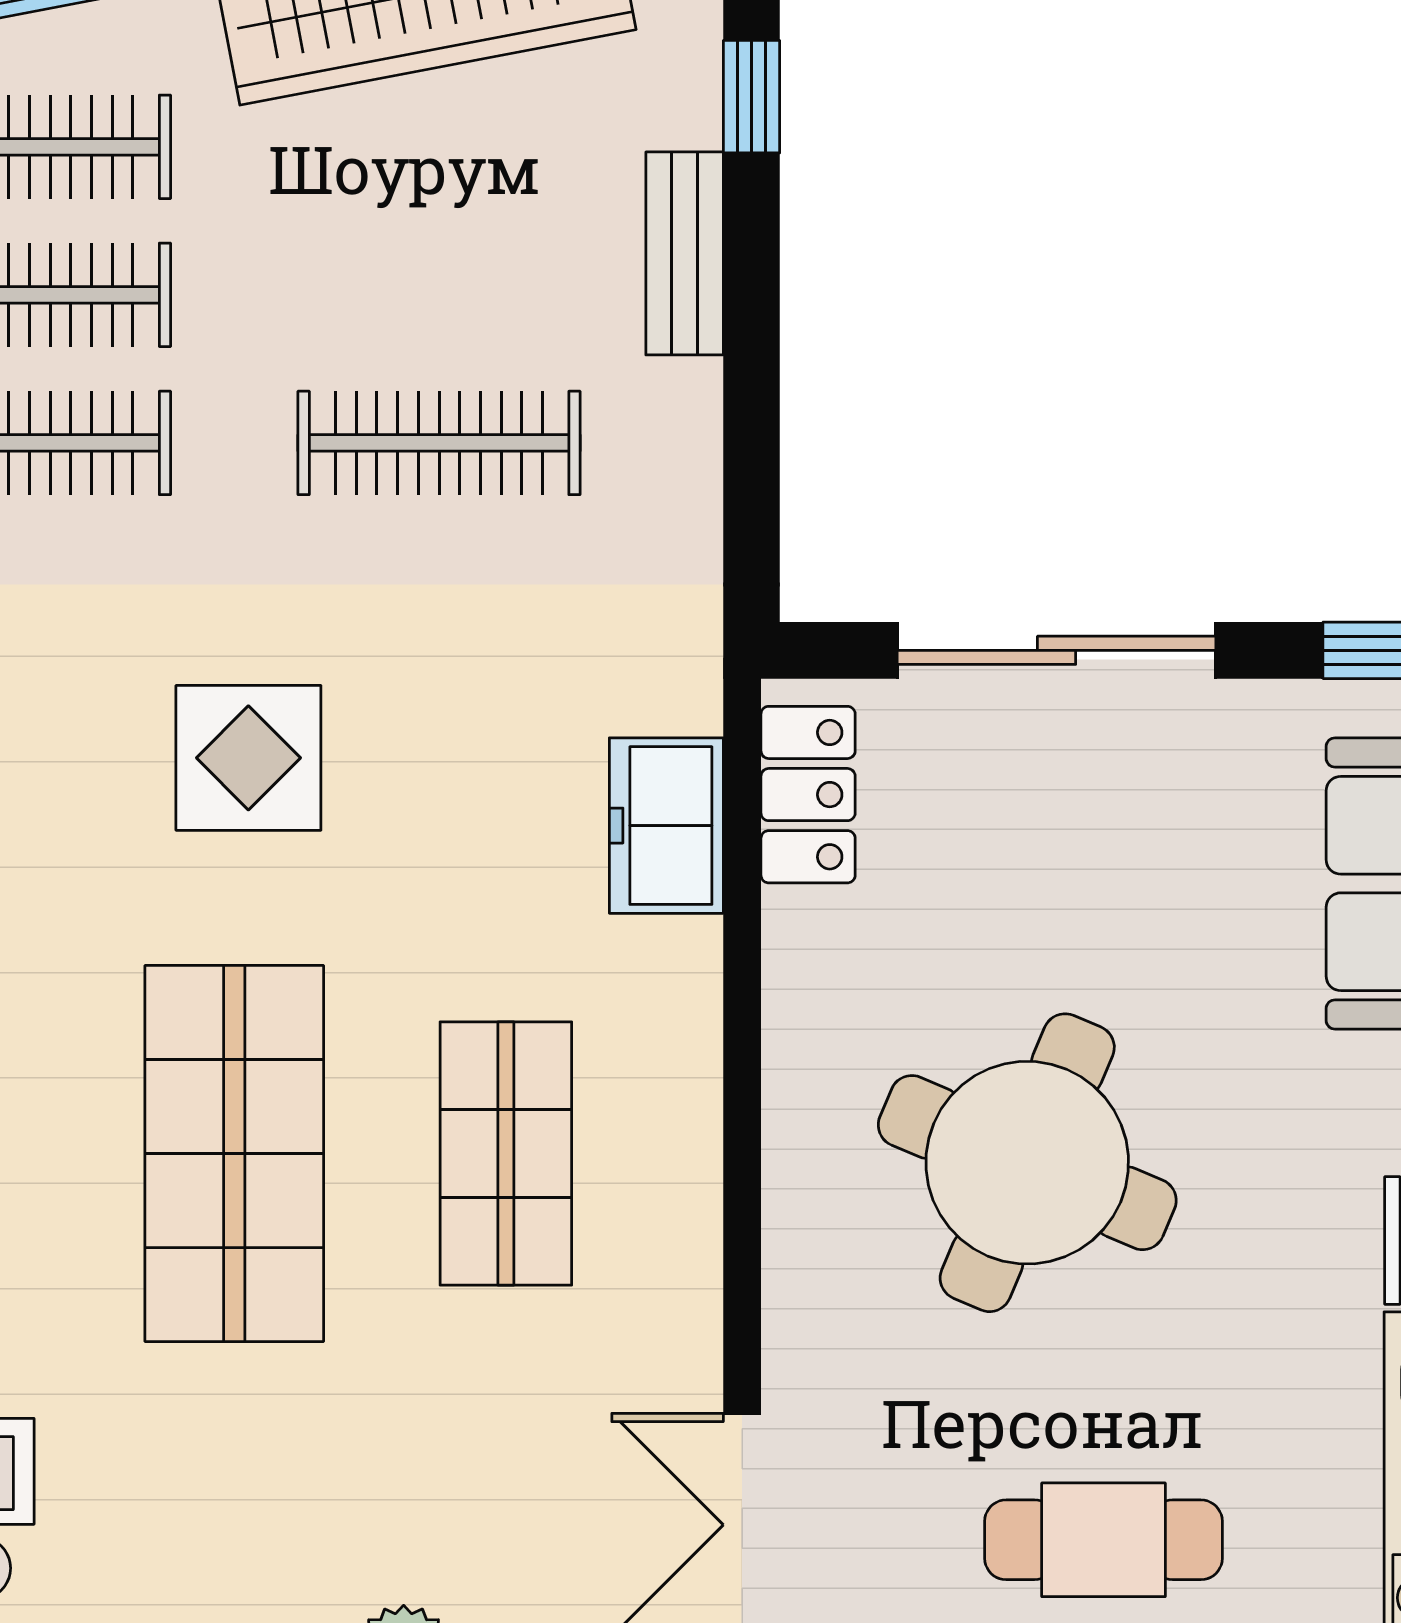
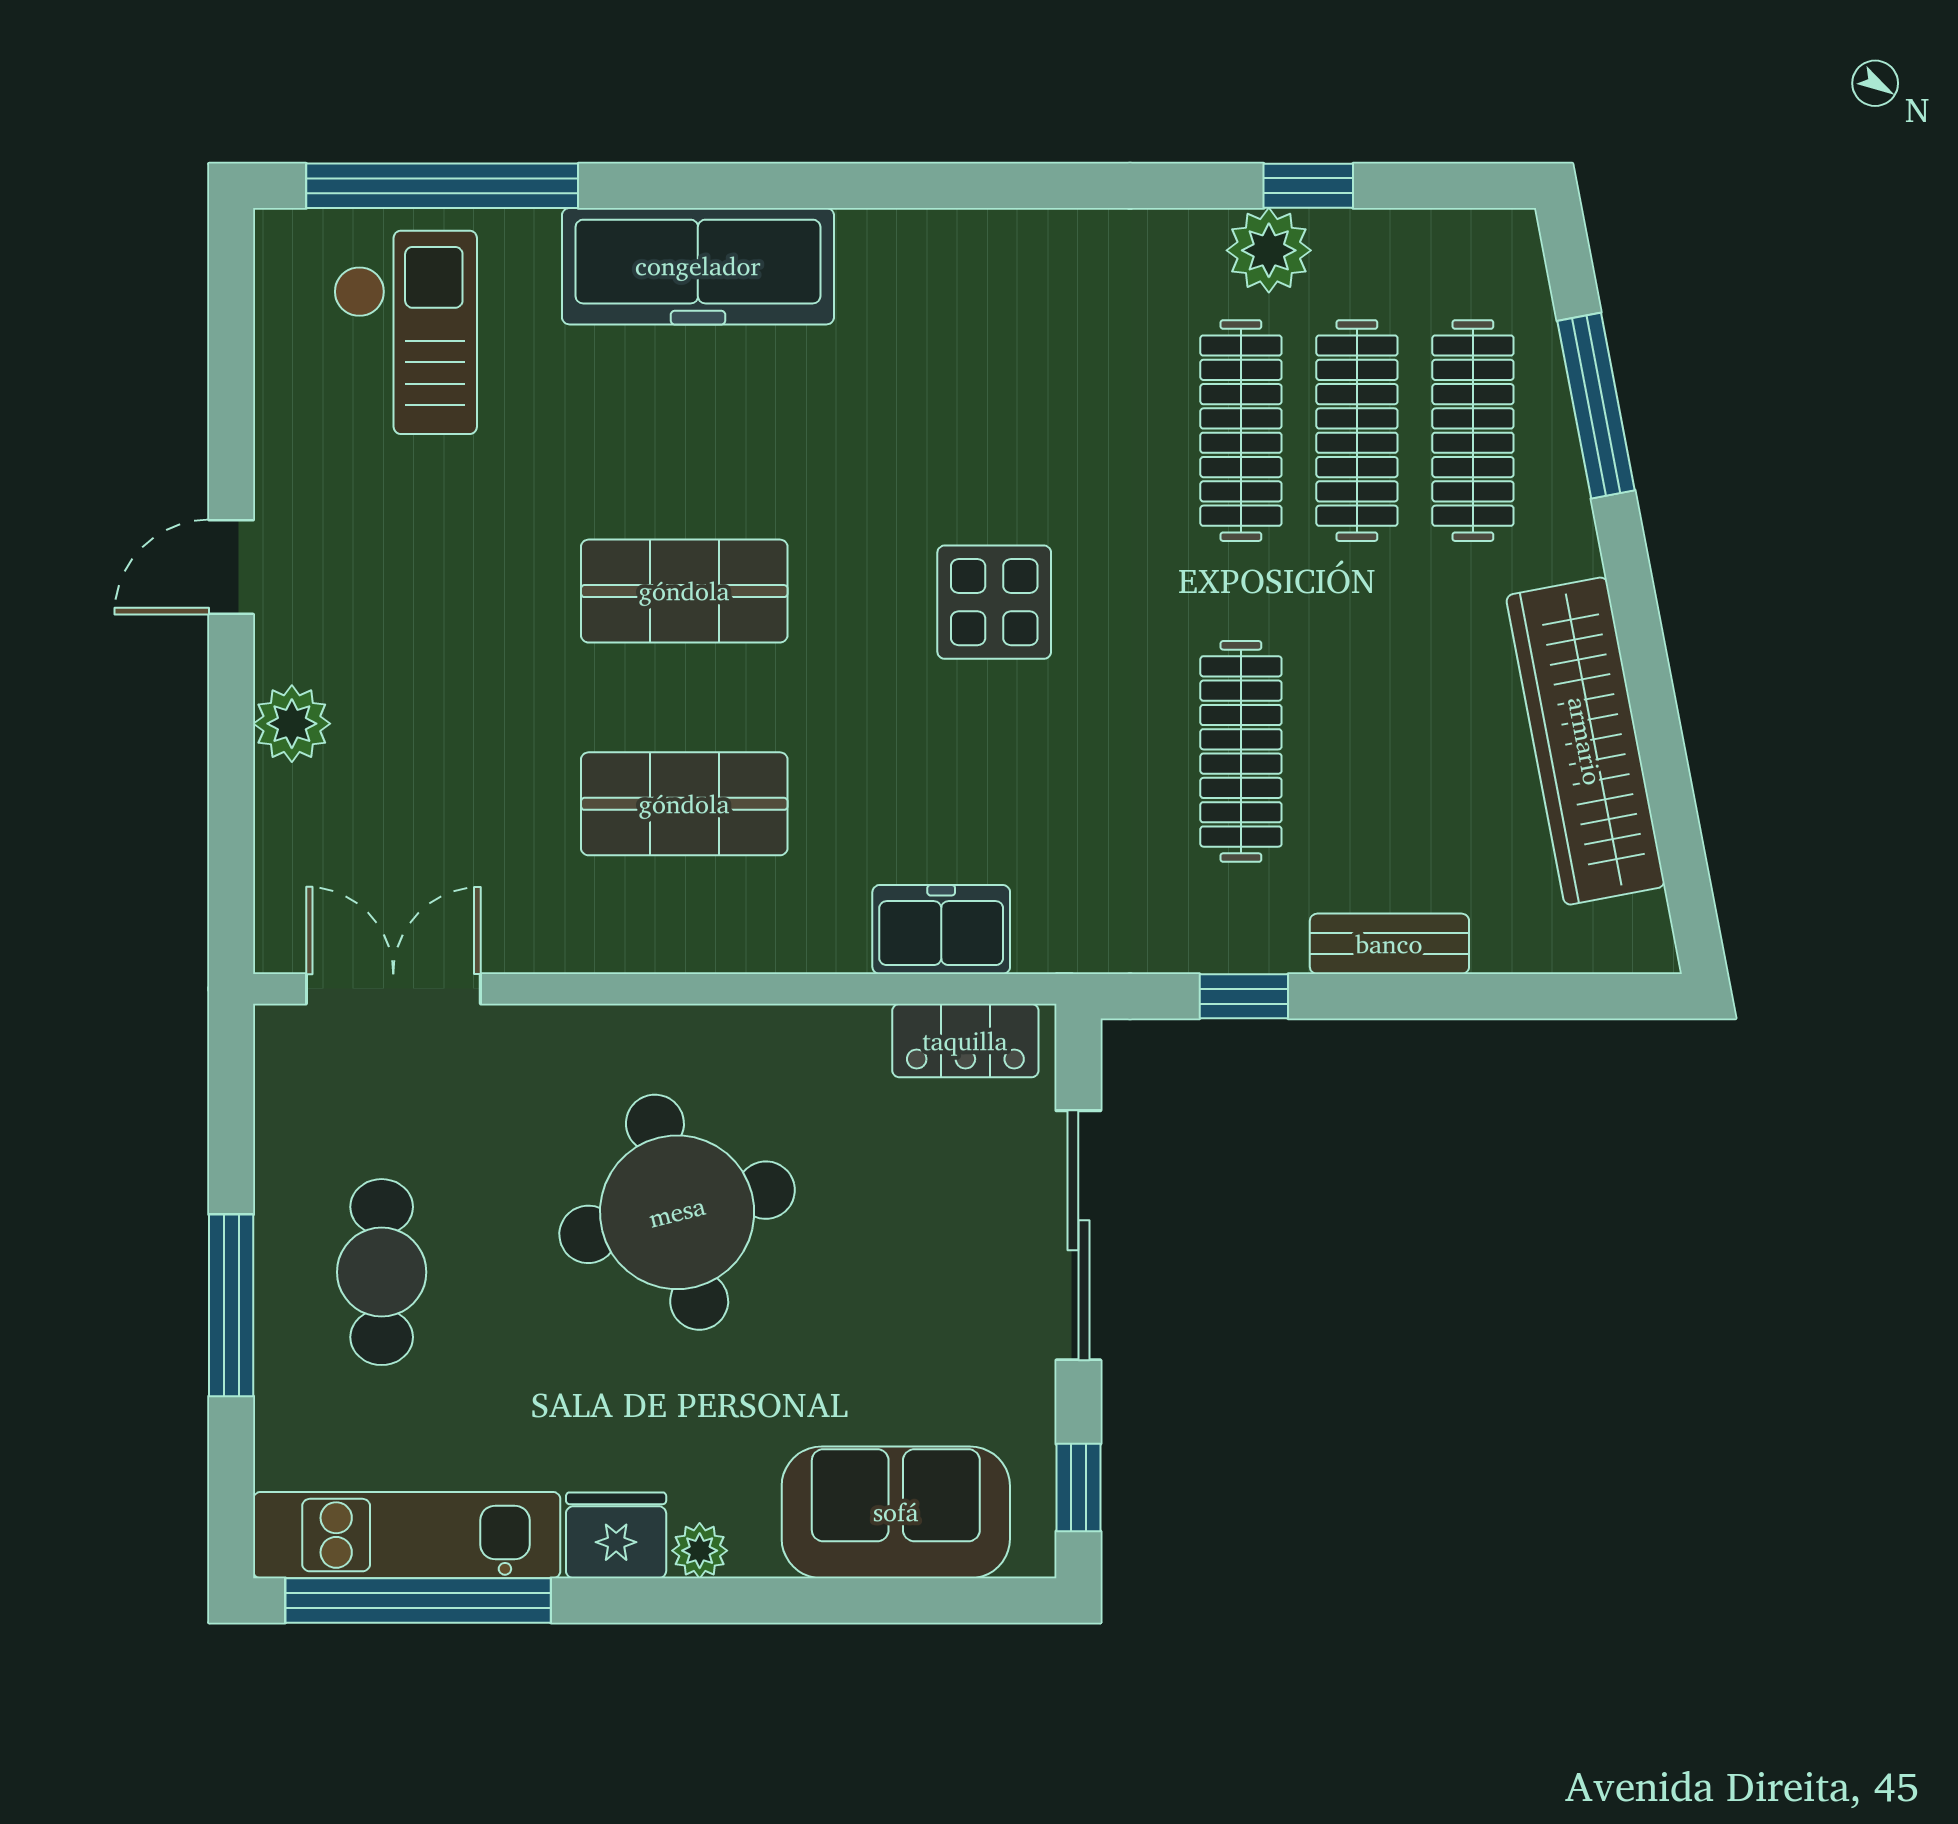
window: (752, 97) -> (1244, 996), moved
shop shelf: (234, 1153) -> (684, 591), width x0.70, depth x0.74
round table: (1027, 1163) -> (677, 1212), turned -37

